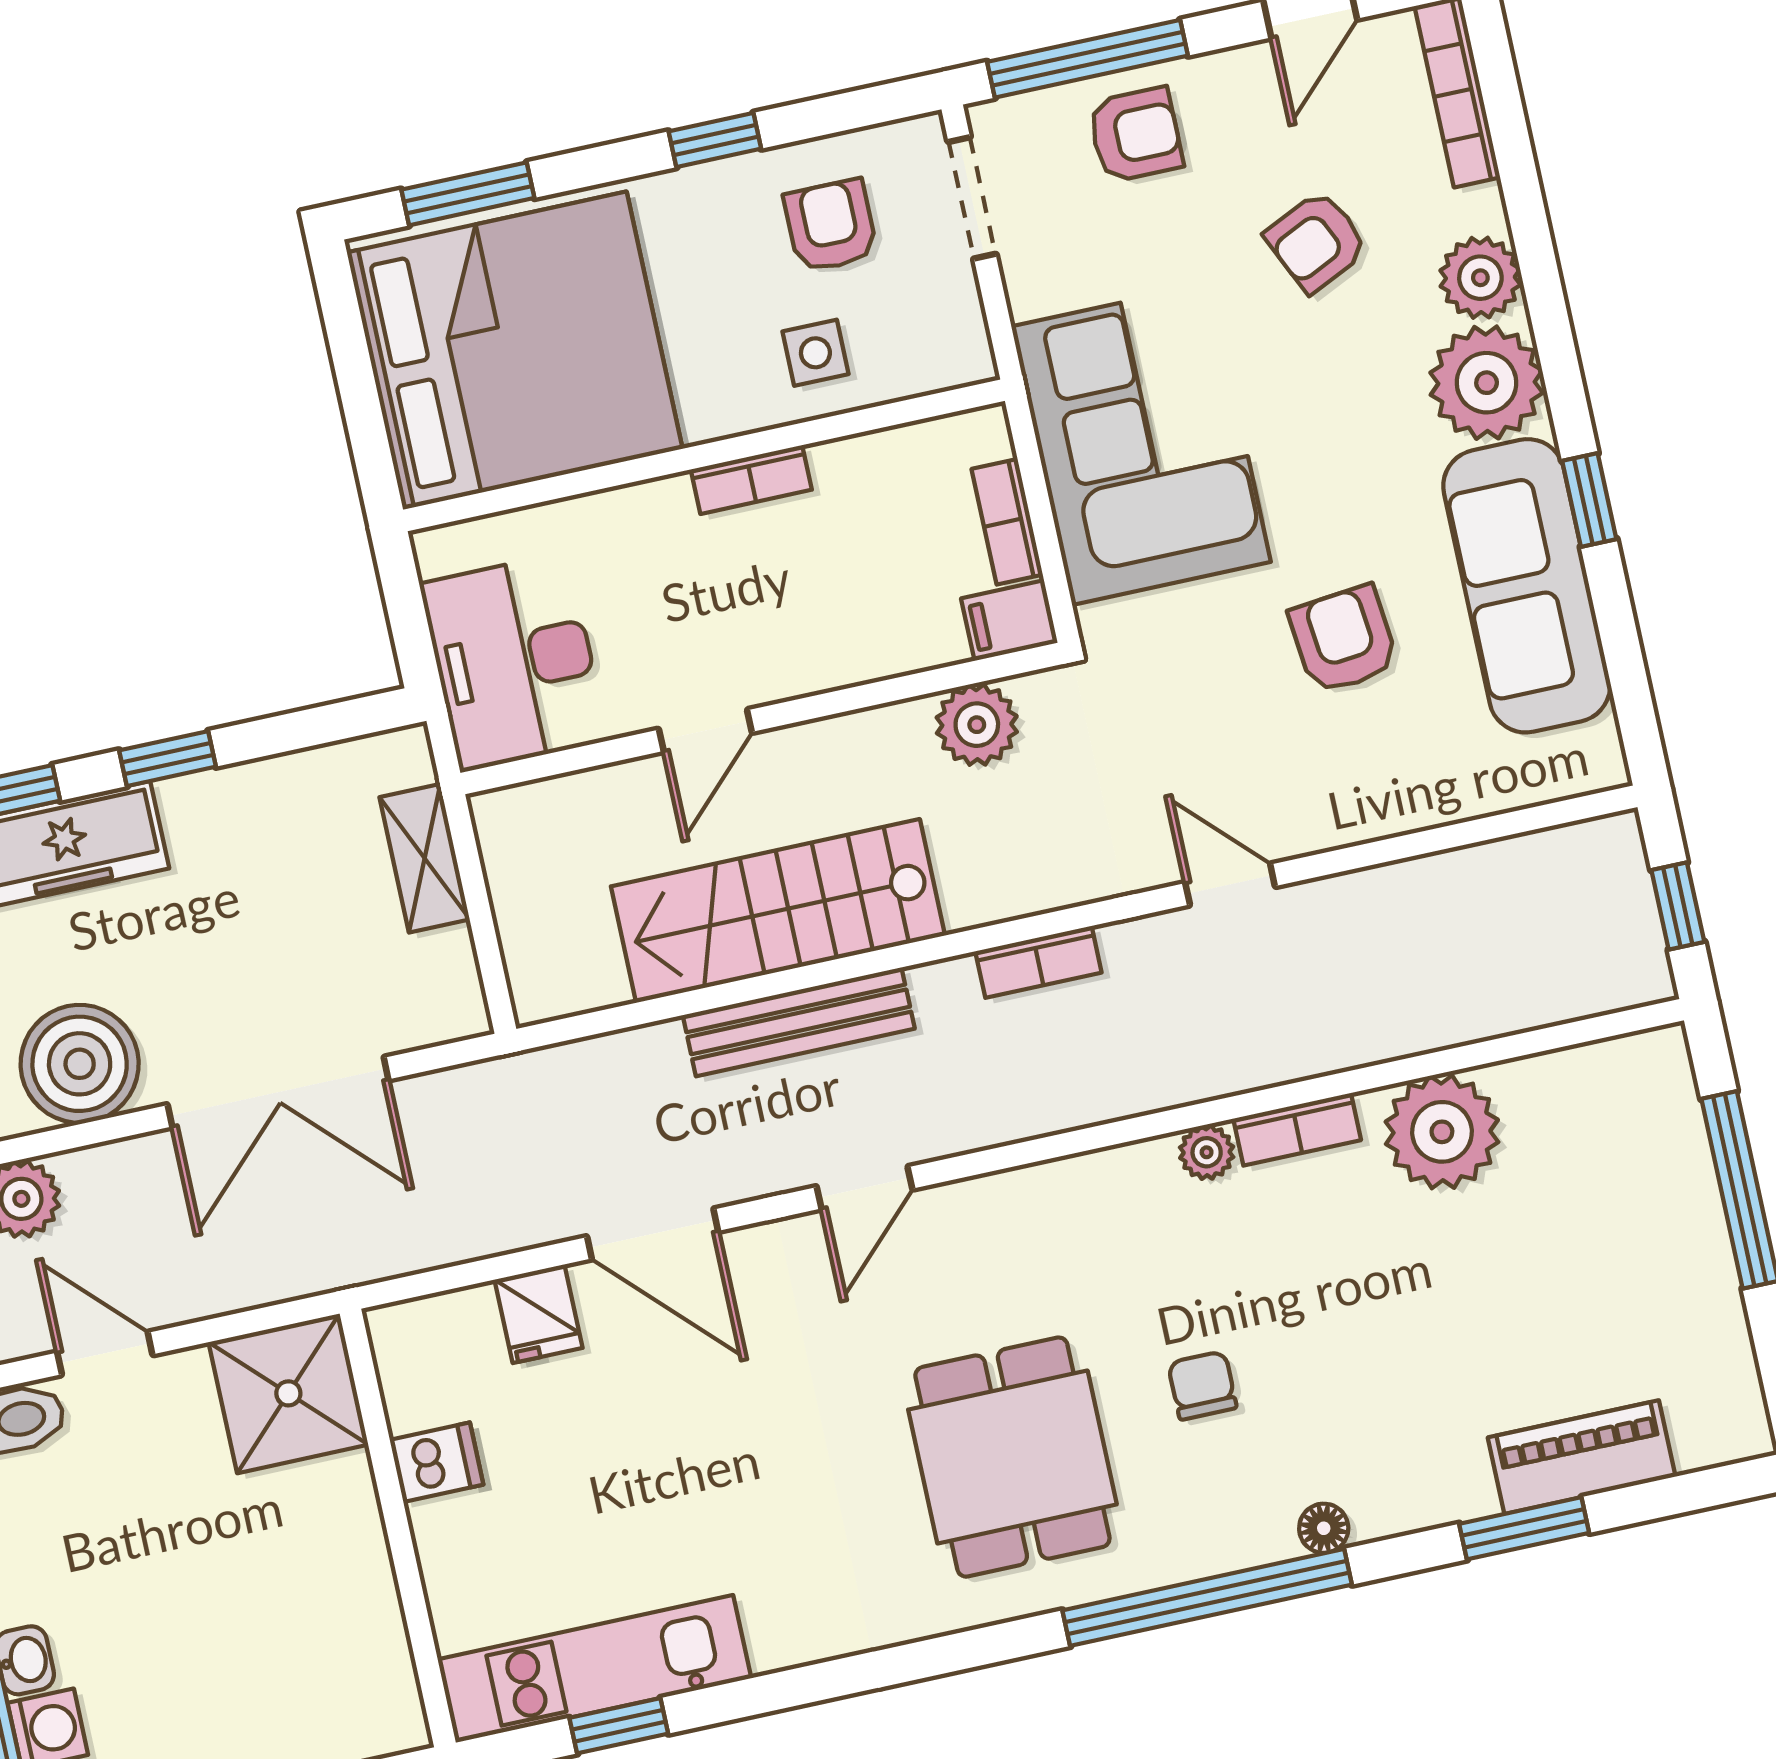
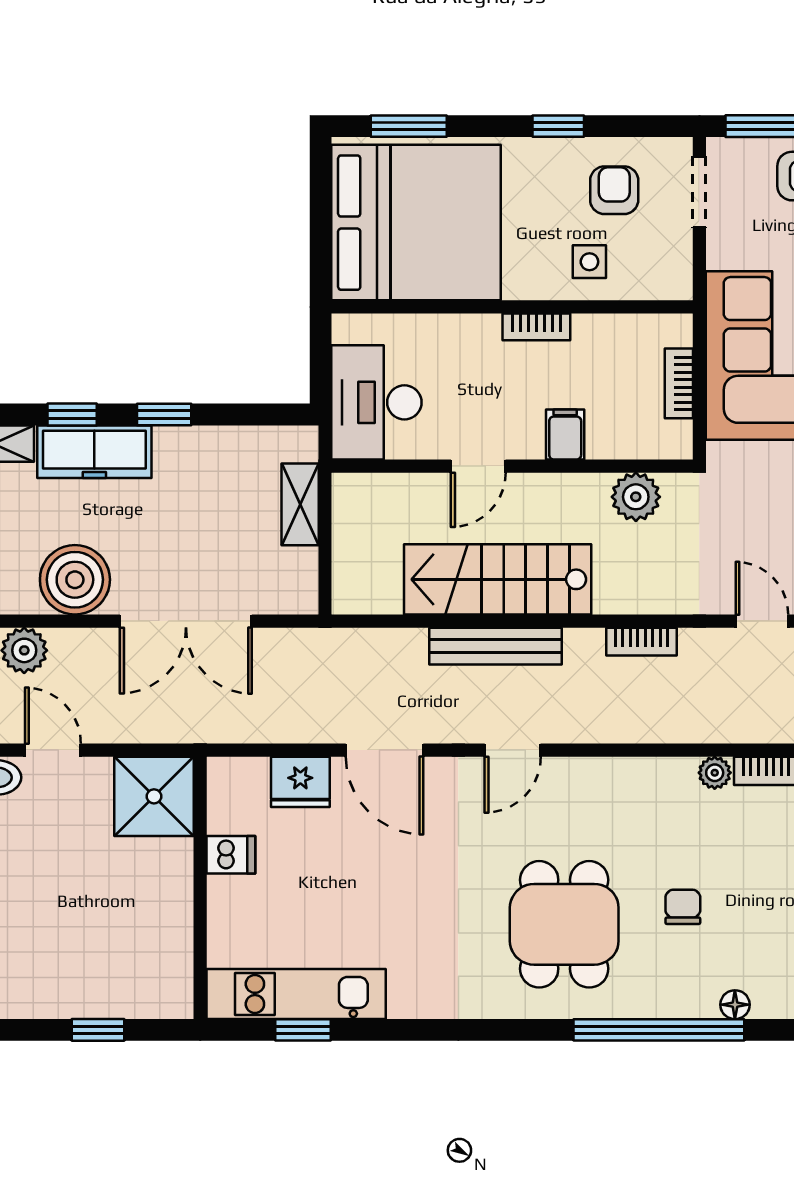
filing cabinet: (1009, 621) -> (565, 434), moved, turned 90
fridge: (539, 1314) -> (300, 782), width x1.38

